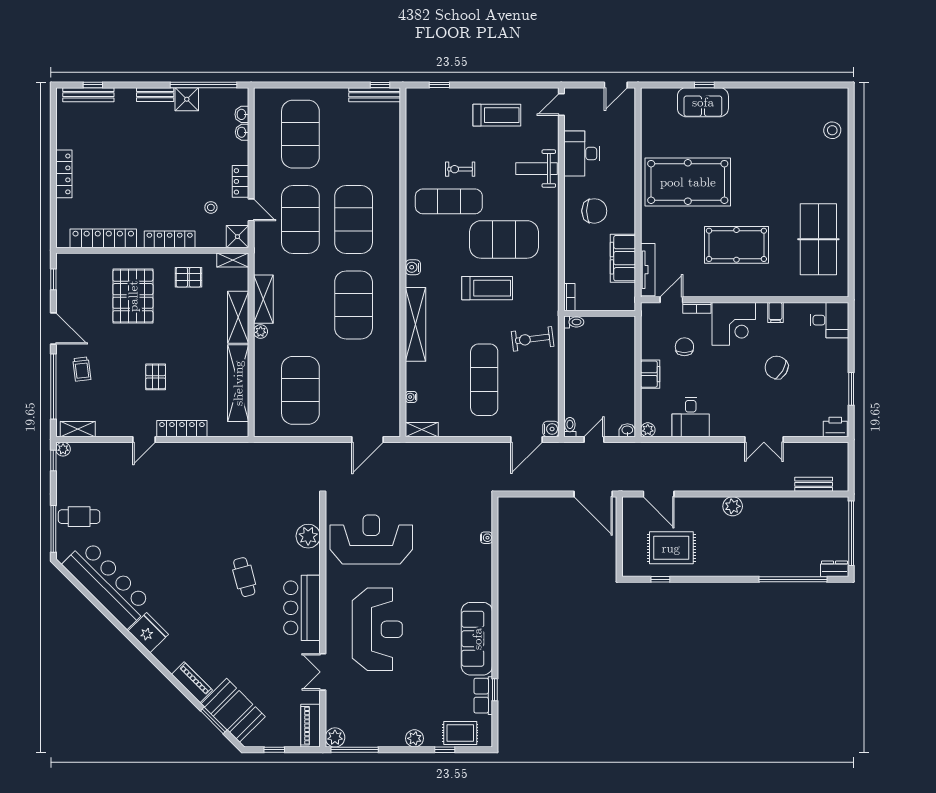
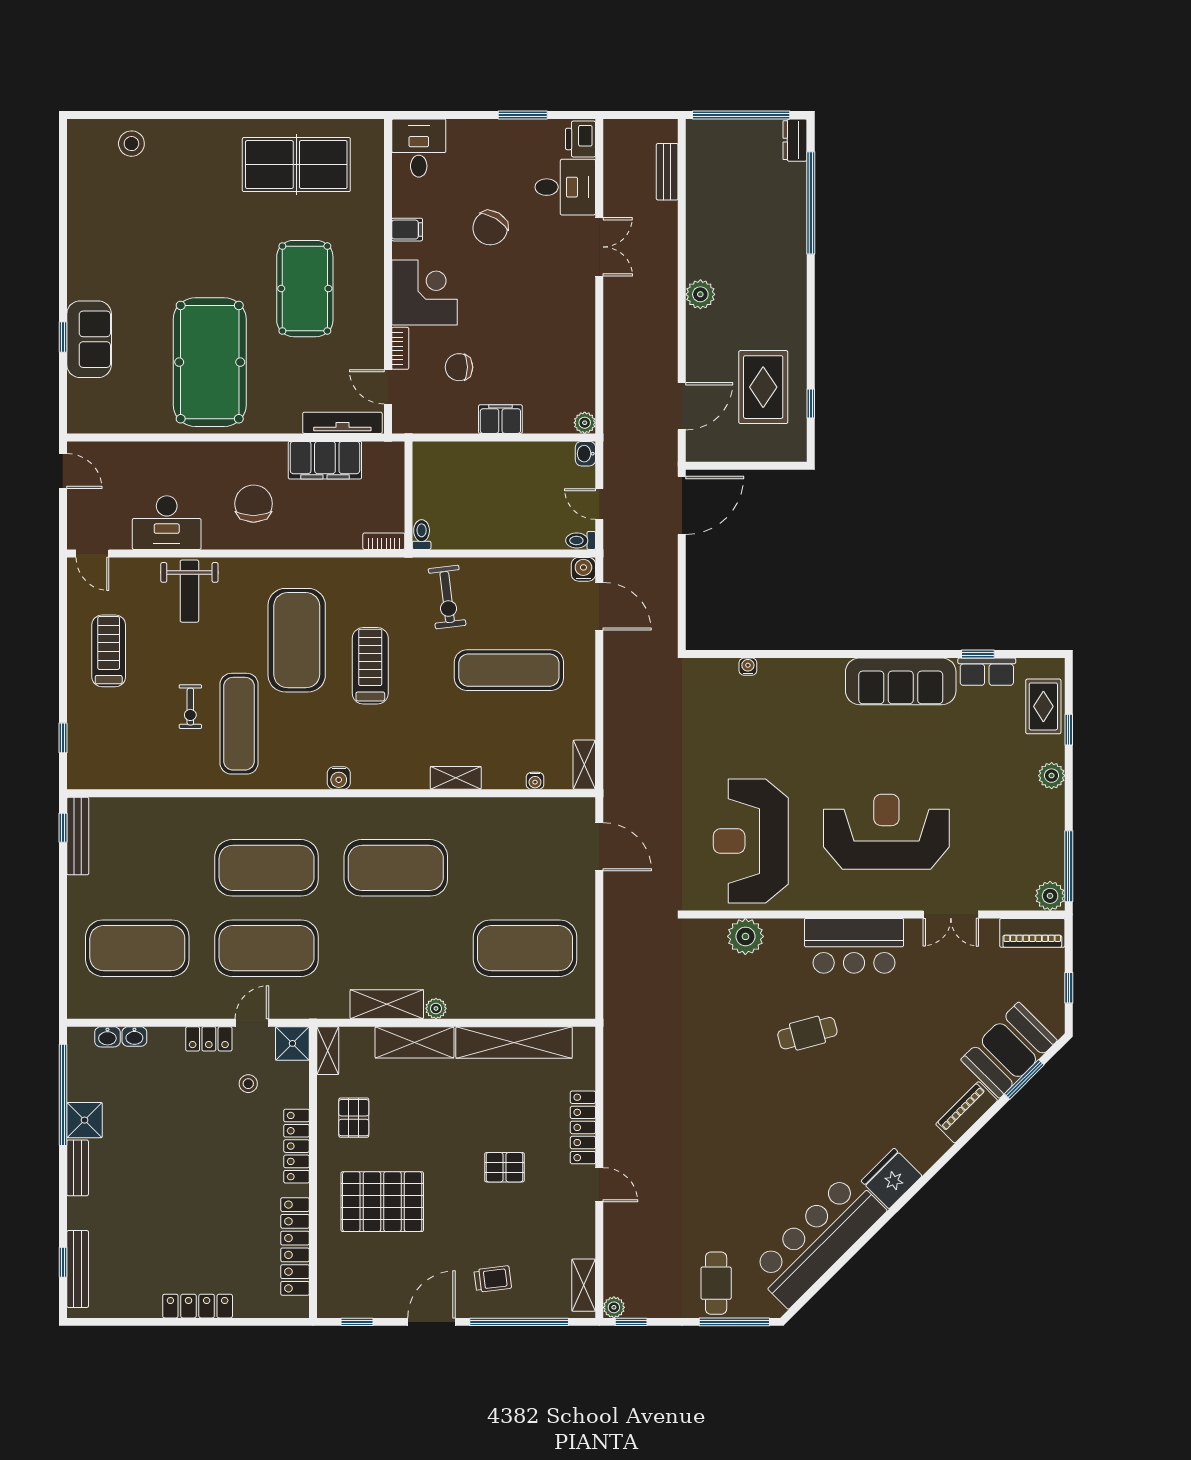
shelving: (415, 324) -> (456, 778), width x0.45, depth x0.75
desk: (691, 417) -> (565, 187), moved

